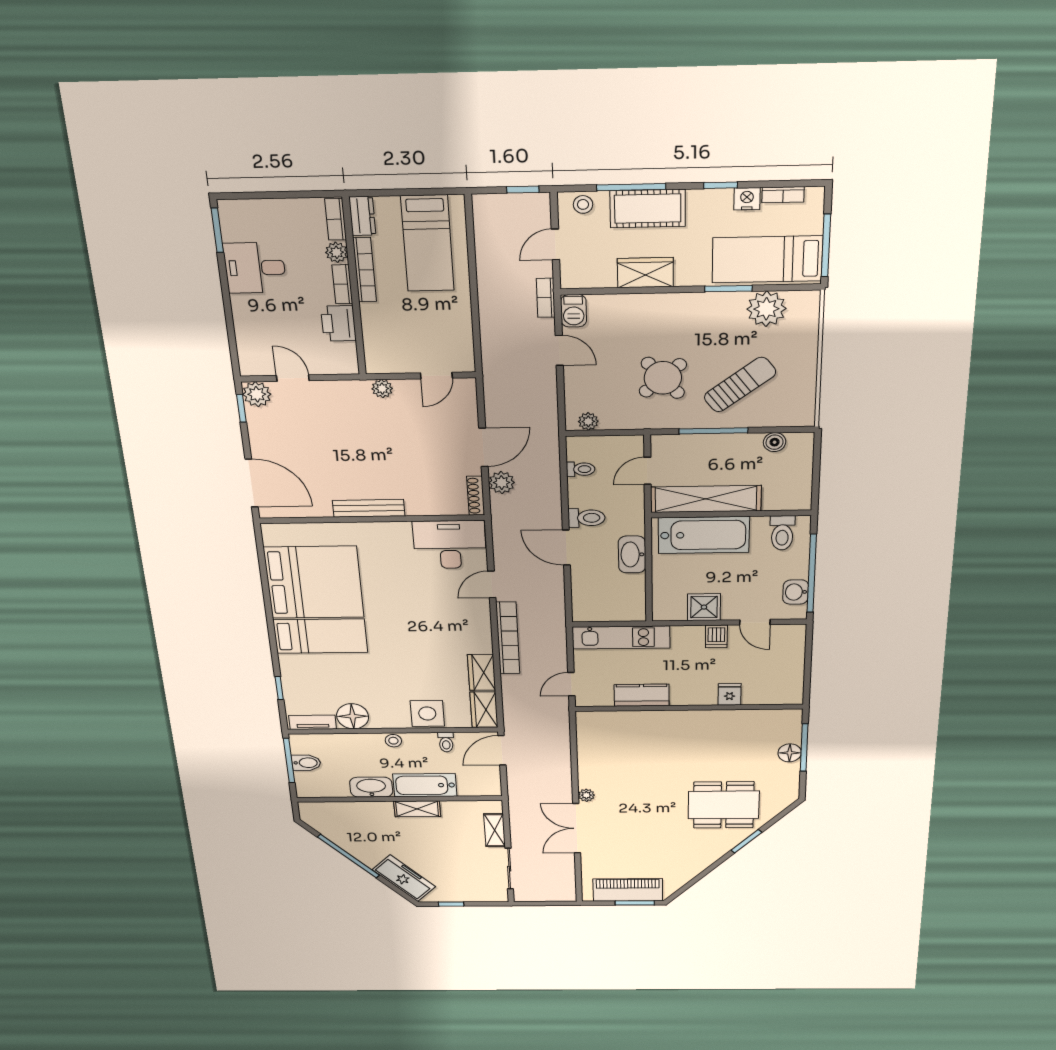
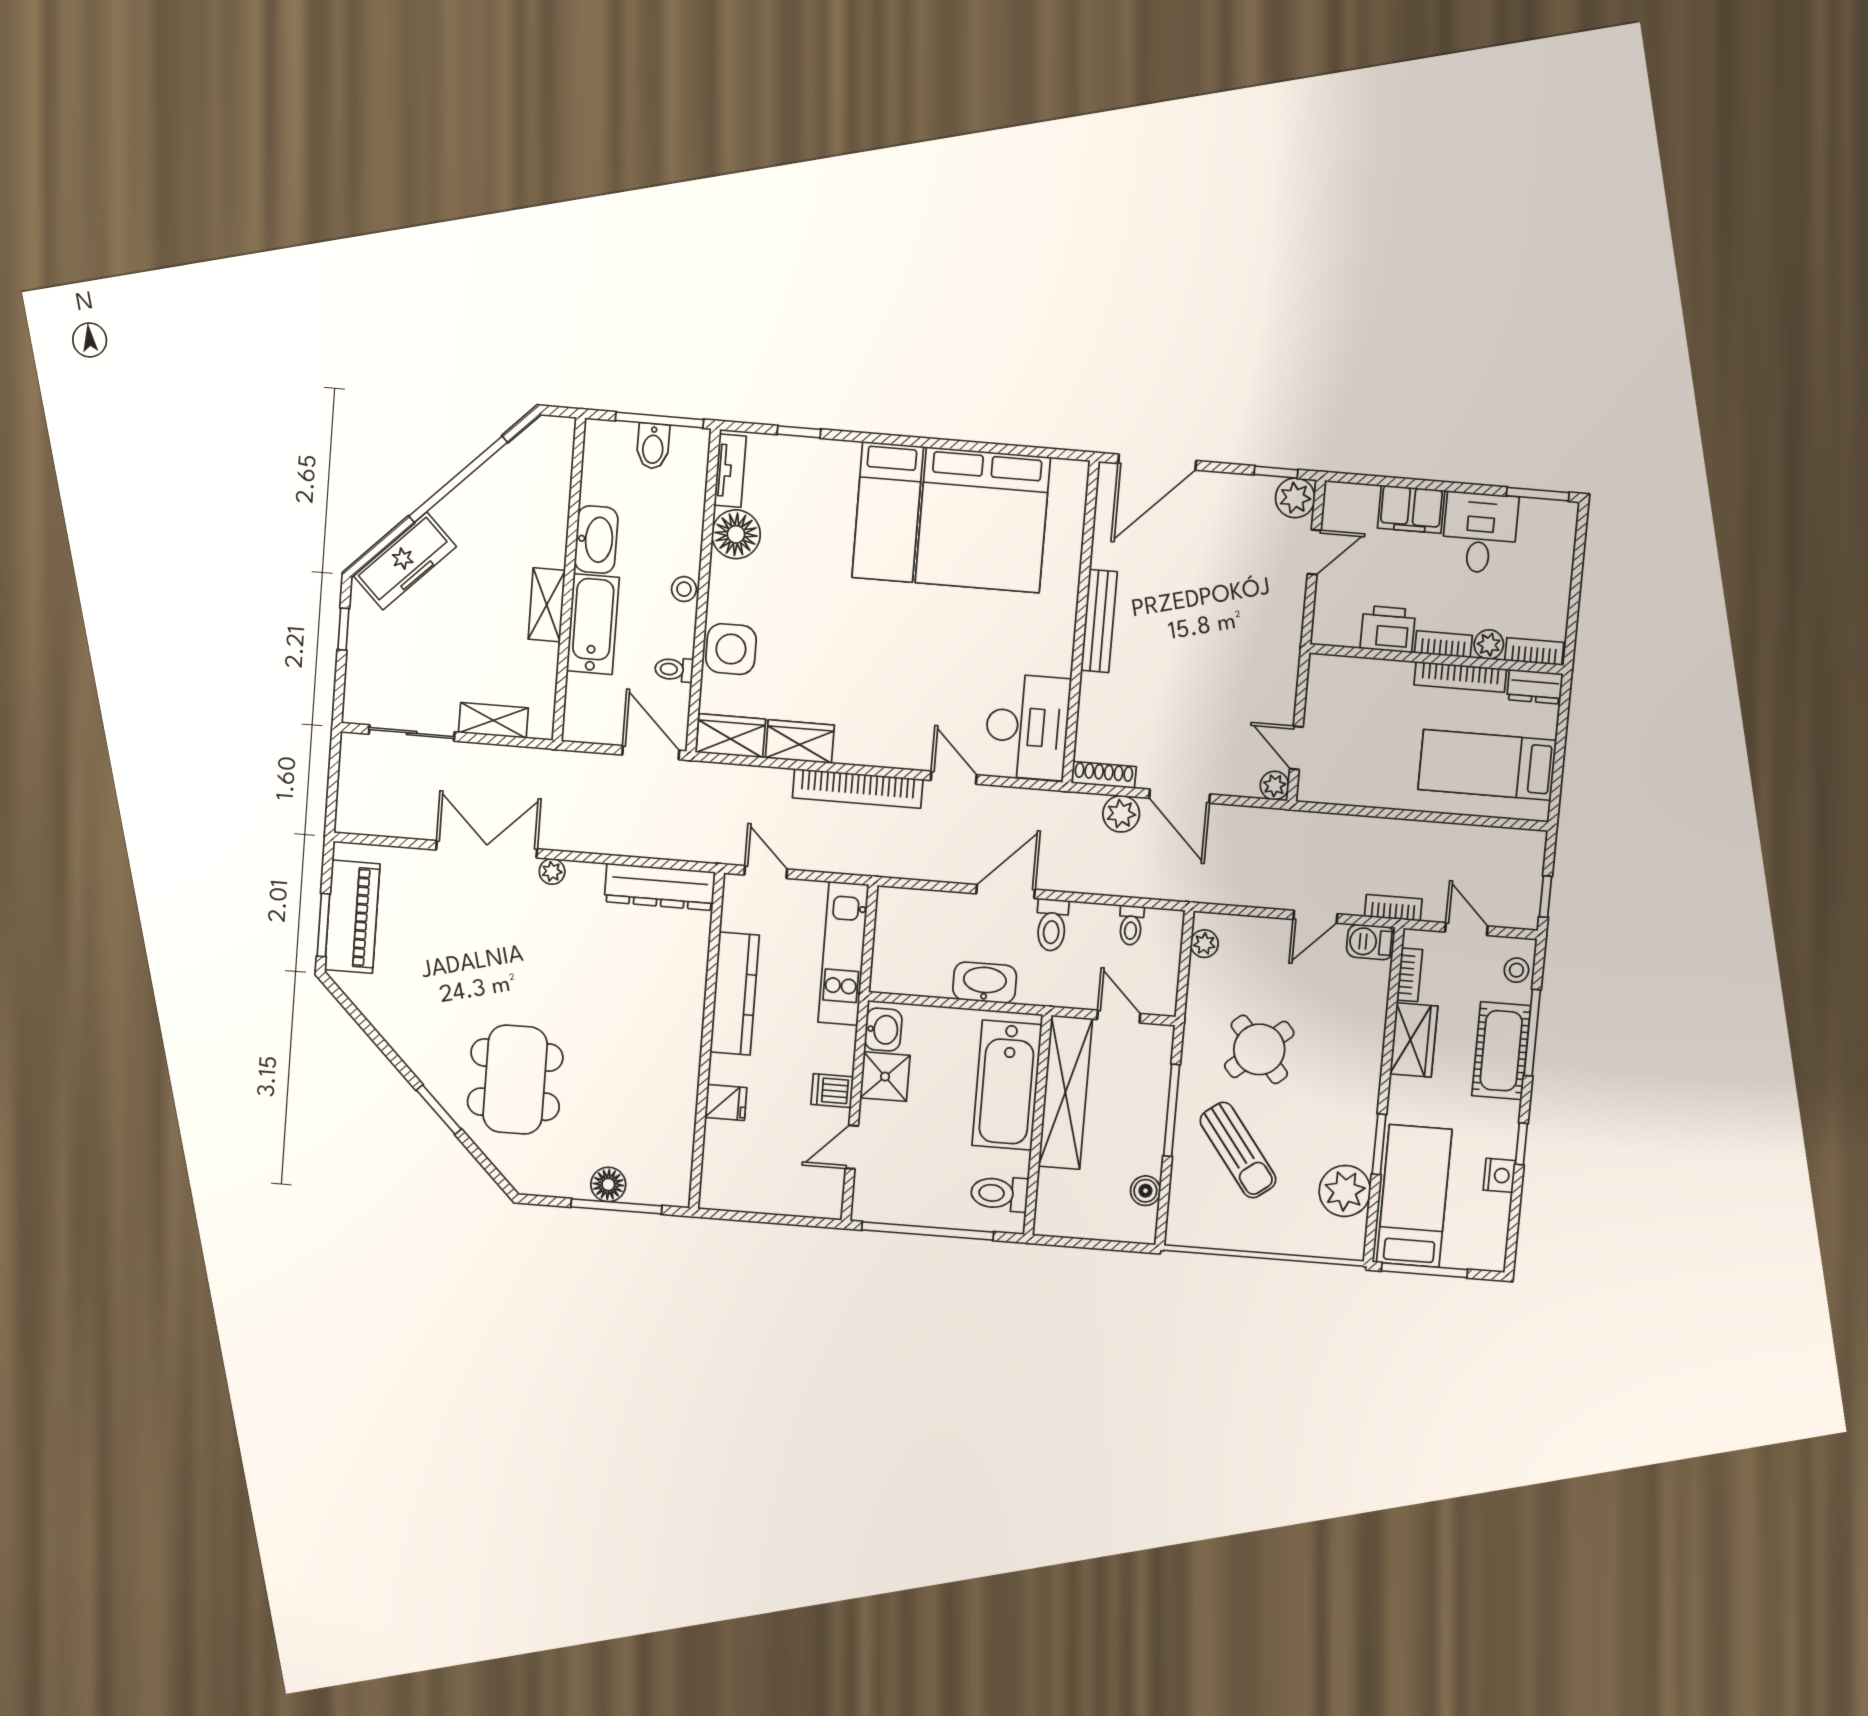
bookcase: (783, 195) -> (1410, 975), moved, turned 180
filing cabinet: (248, 317) -> (1411, 509), added
plant: (382, 389) -> (1275, 786), moved
washbasin: (796, 592) -> (883, 1030), moved, turned 90
kitchen counter: (642, 695) -> (735, 994), width x1.50
dresser: (589, 740) -> (660, 887), added

